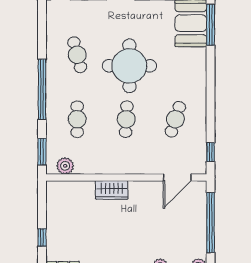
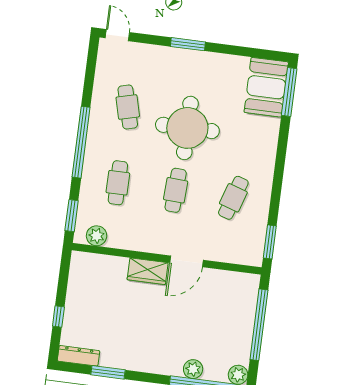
window: (211, 152) -> (270, 242), width x1.50
door: (177, 177) -> (187, 261), moved

